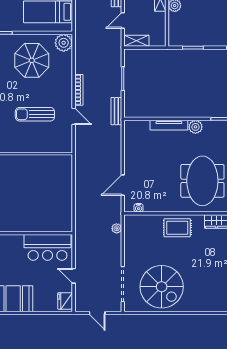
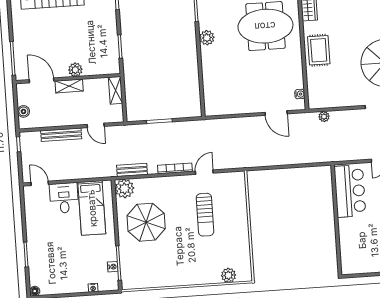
shelving: (136, 41) -> (116, 90), moved
bench: (116, 111) -> (132, 170), moved
tv unit: (169, 125) -> (207, 67), removed

